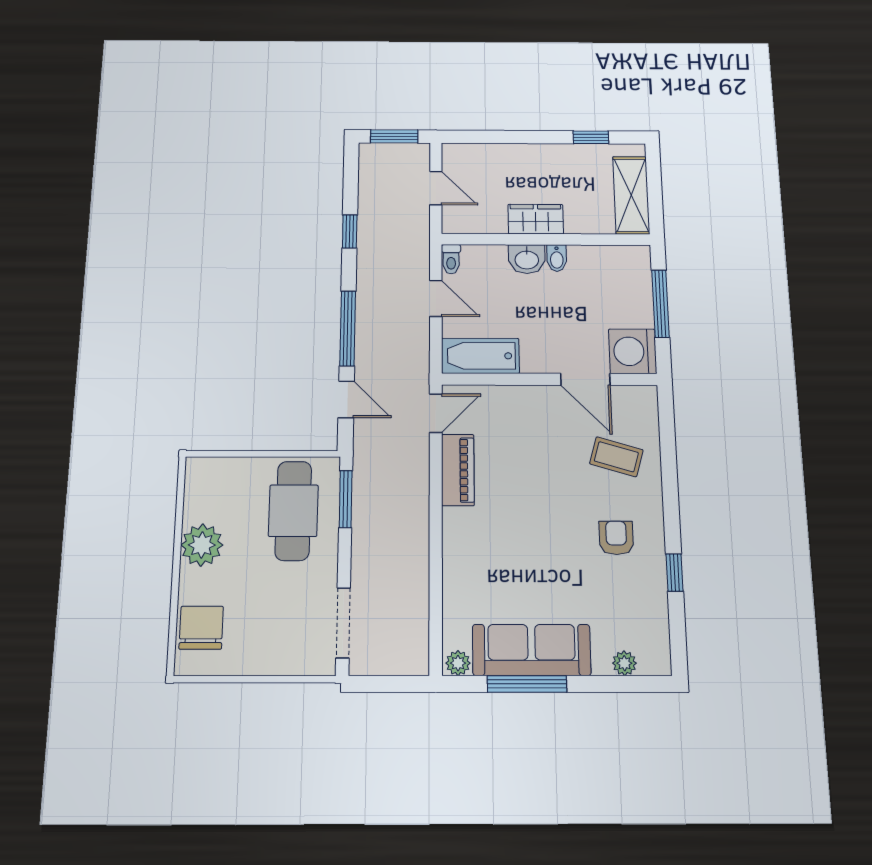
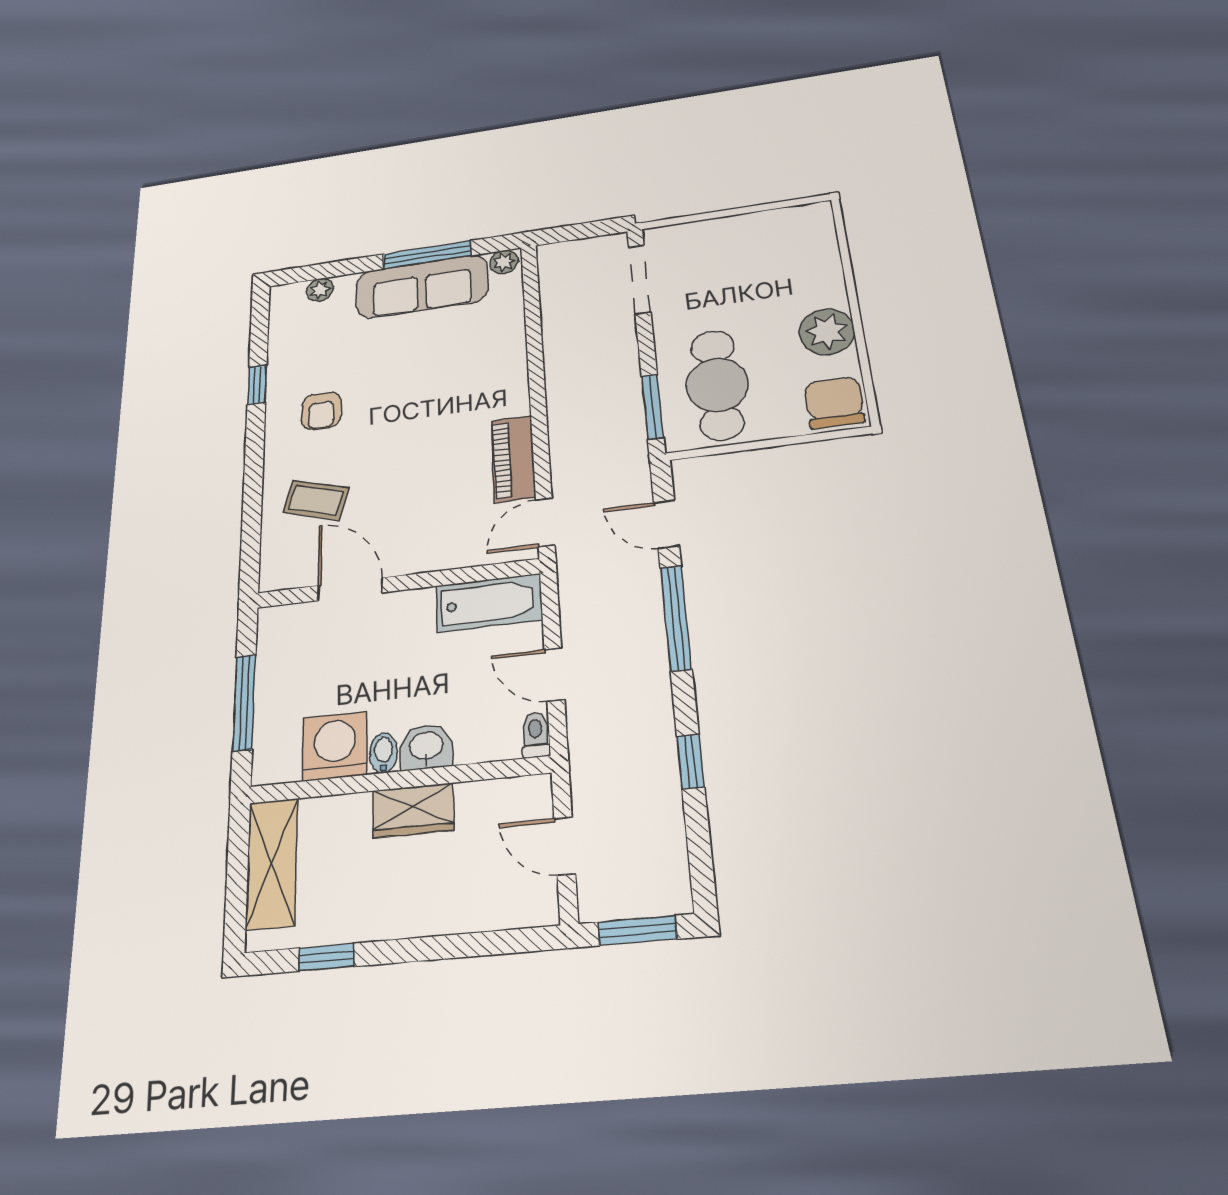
washing machine: (633, 351) -> (335, 746), moved, turned -90
chair: (201, 628) -> (834, 402), moved, turned 180

